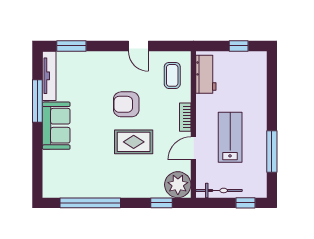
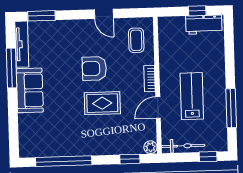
workbench: (206, 74) -> (204, 25), moved, turned 90
plant: (178, 185) -> (150, 147), width x0.53, depth x0.53

